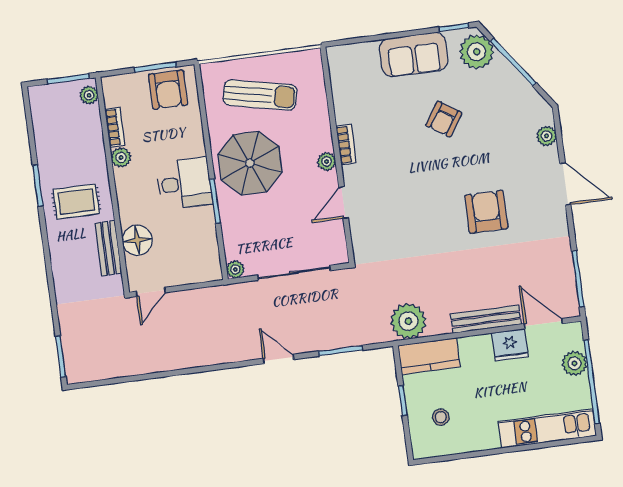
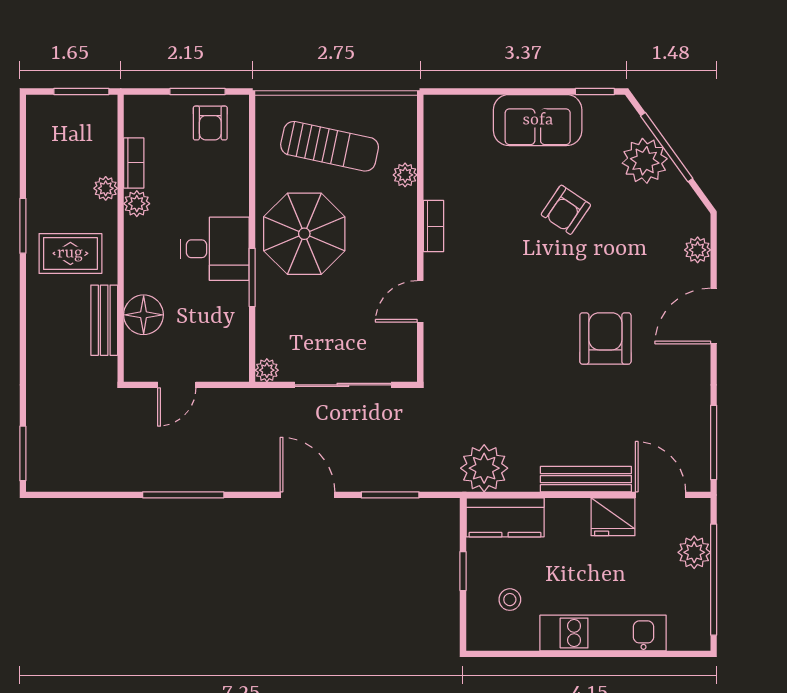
plant: (477, 52) -> (645, 161), moved
armchair: (168, 90) -> (210, 123), width x0.72, depth x0.72
plant: (89, 95) -> (106, 188), moved
plant: (327, 162) -> (405, 175), moved
door: (565, 184) -> (714, 316), swing flipped
door: (151, 292) -> (177, 385), moved
door: (278, 359) -> (308, 495), width x1.38
window: (185, 371) -> (183, 495), added
kitchen unit: (547, 429) -> (603, 633), moved

